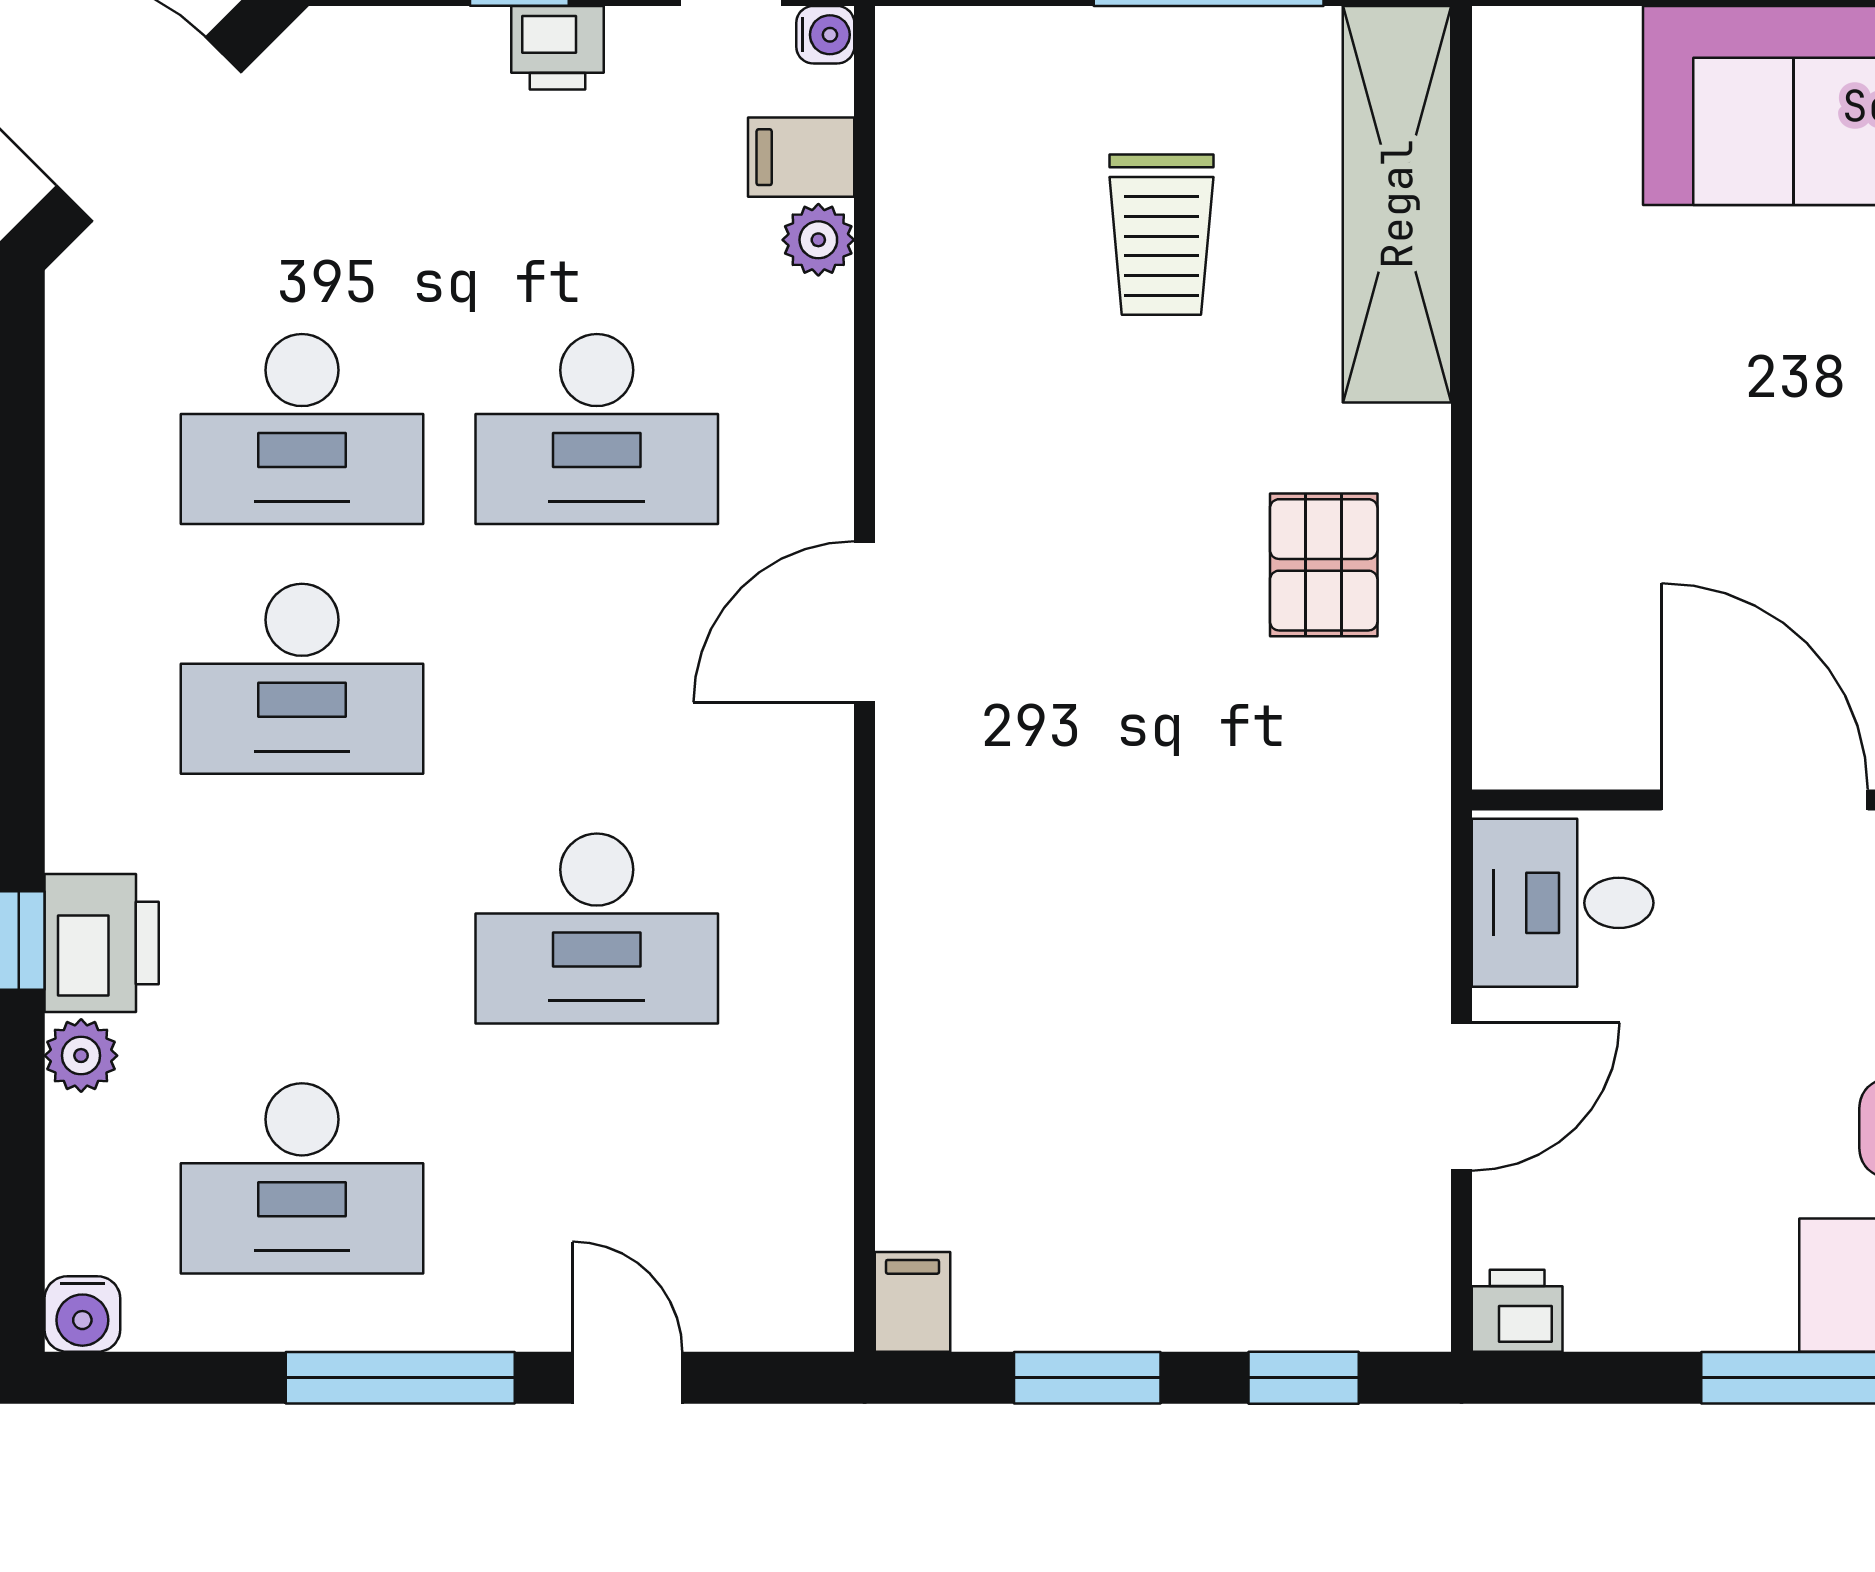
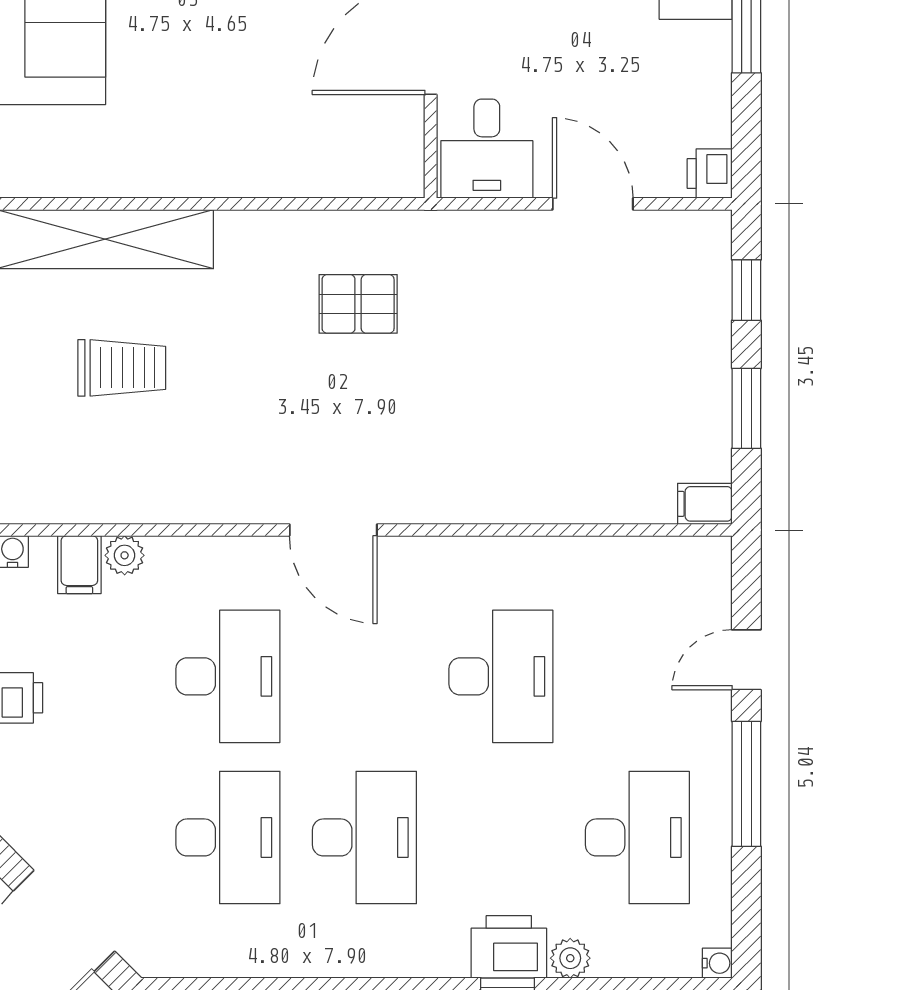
pallet: (1324, 565) -> (358, 304), moved
water cooler: (82, 1314) -> (717, 963), width x0.72, depth x0.72

